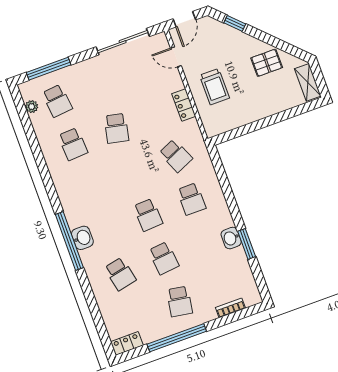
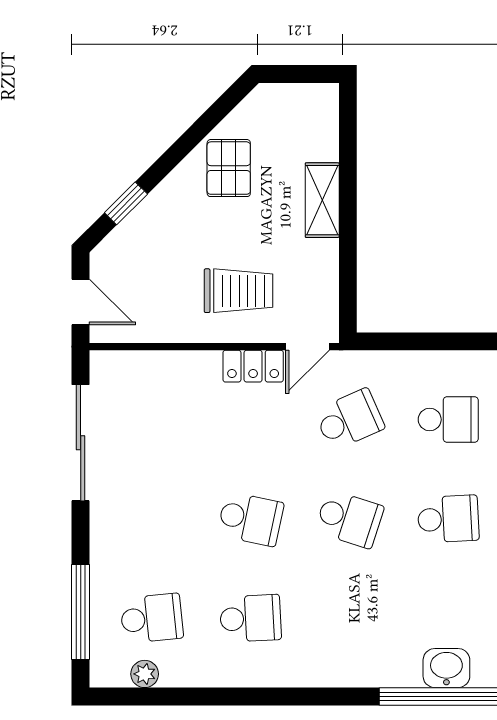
door: (176, 57) -> (308, 347), moved
shelving: (308, 82) -> (322, 200), moved, turned 90
school desk: (132, 172) -> (349, 519), added

